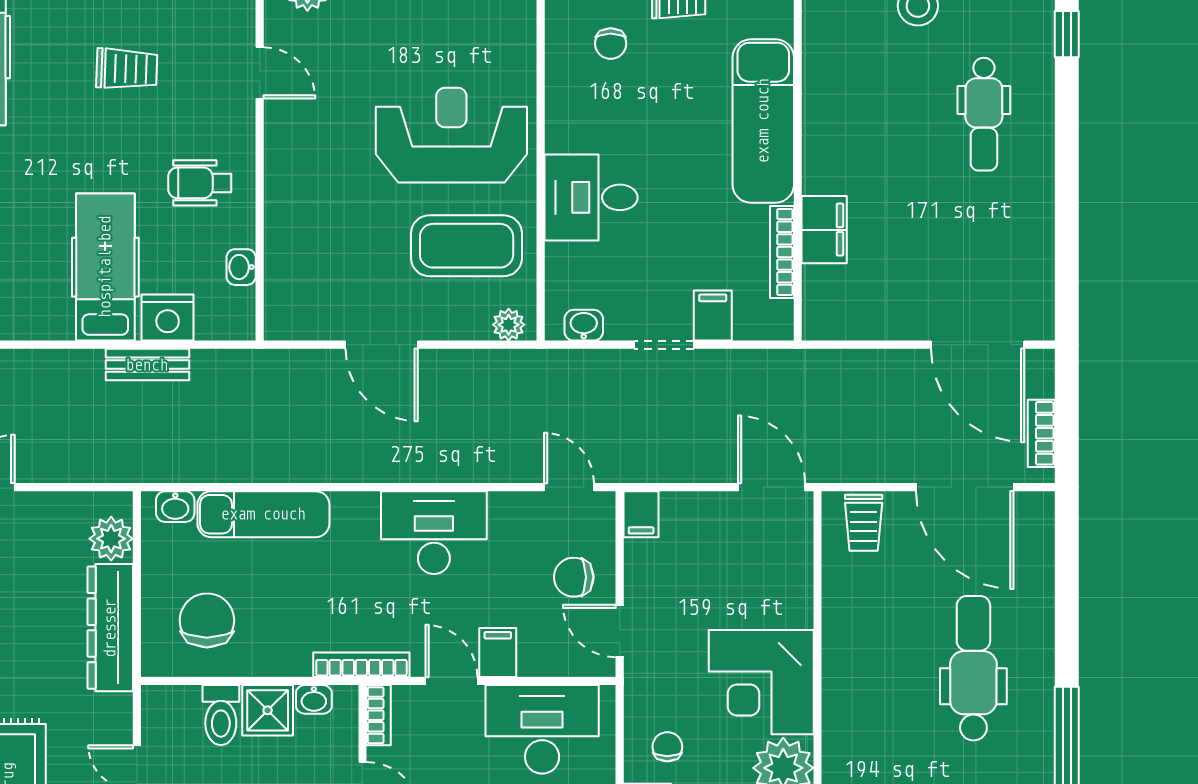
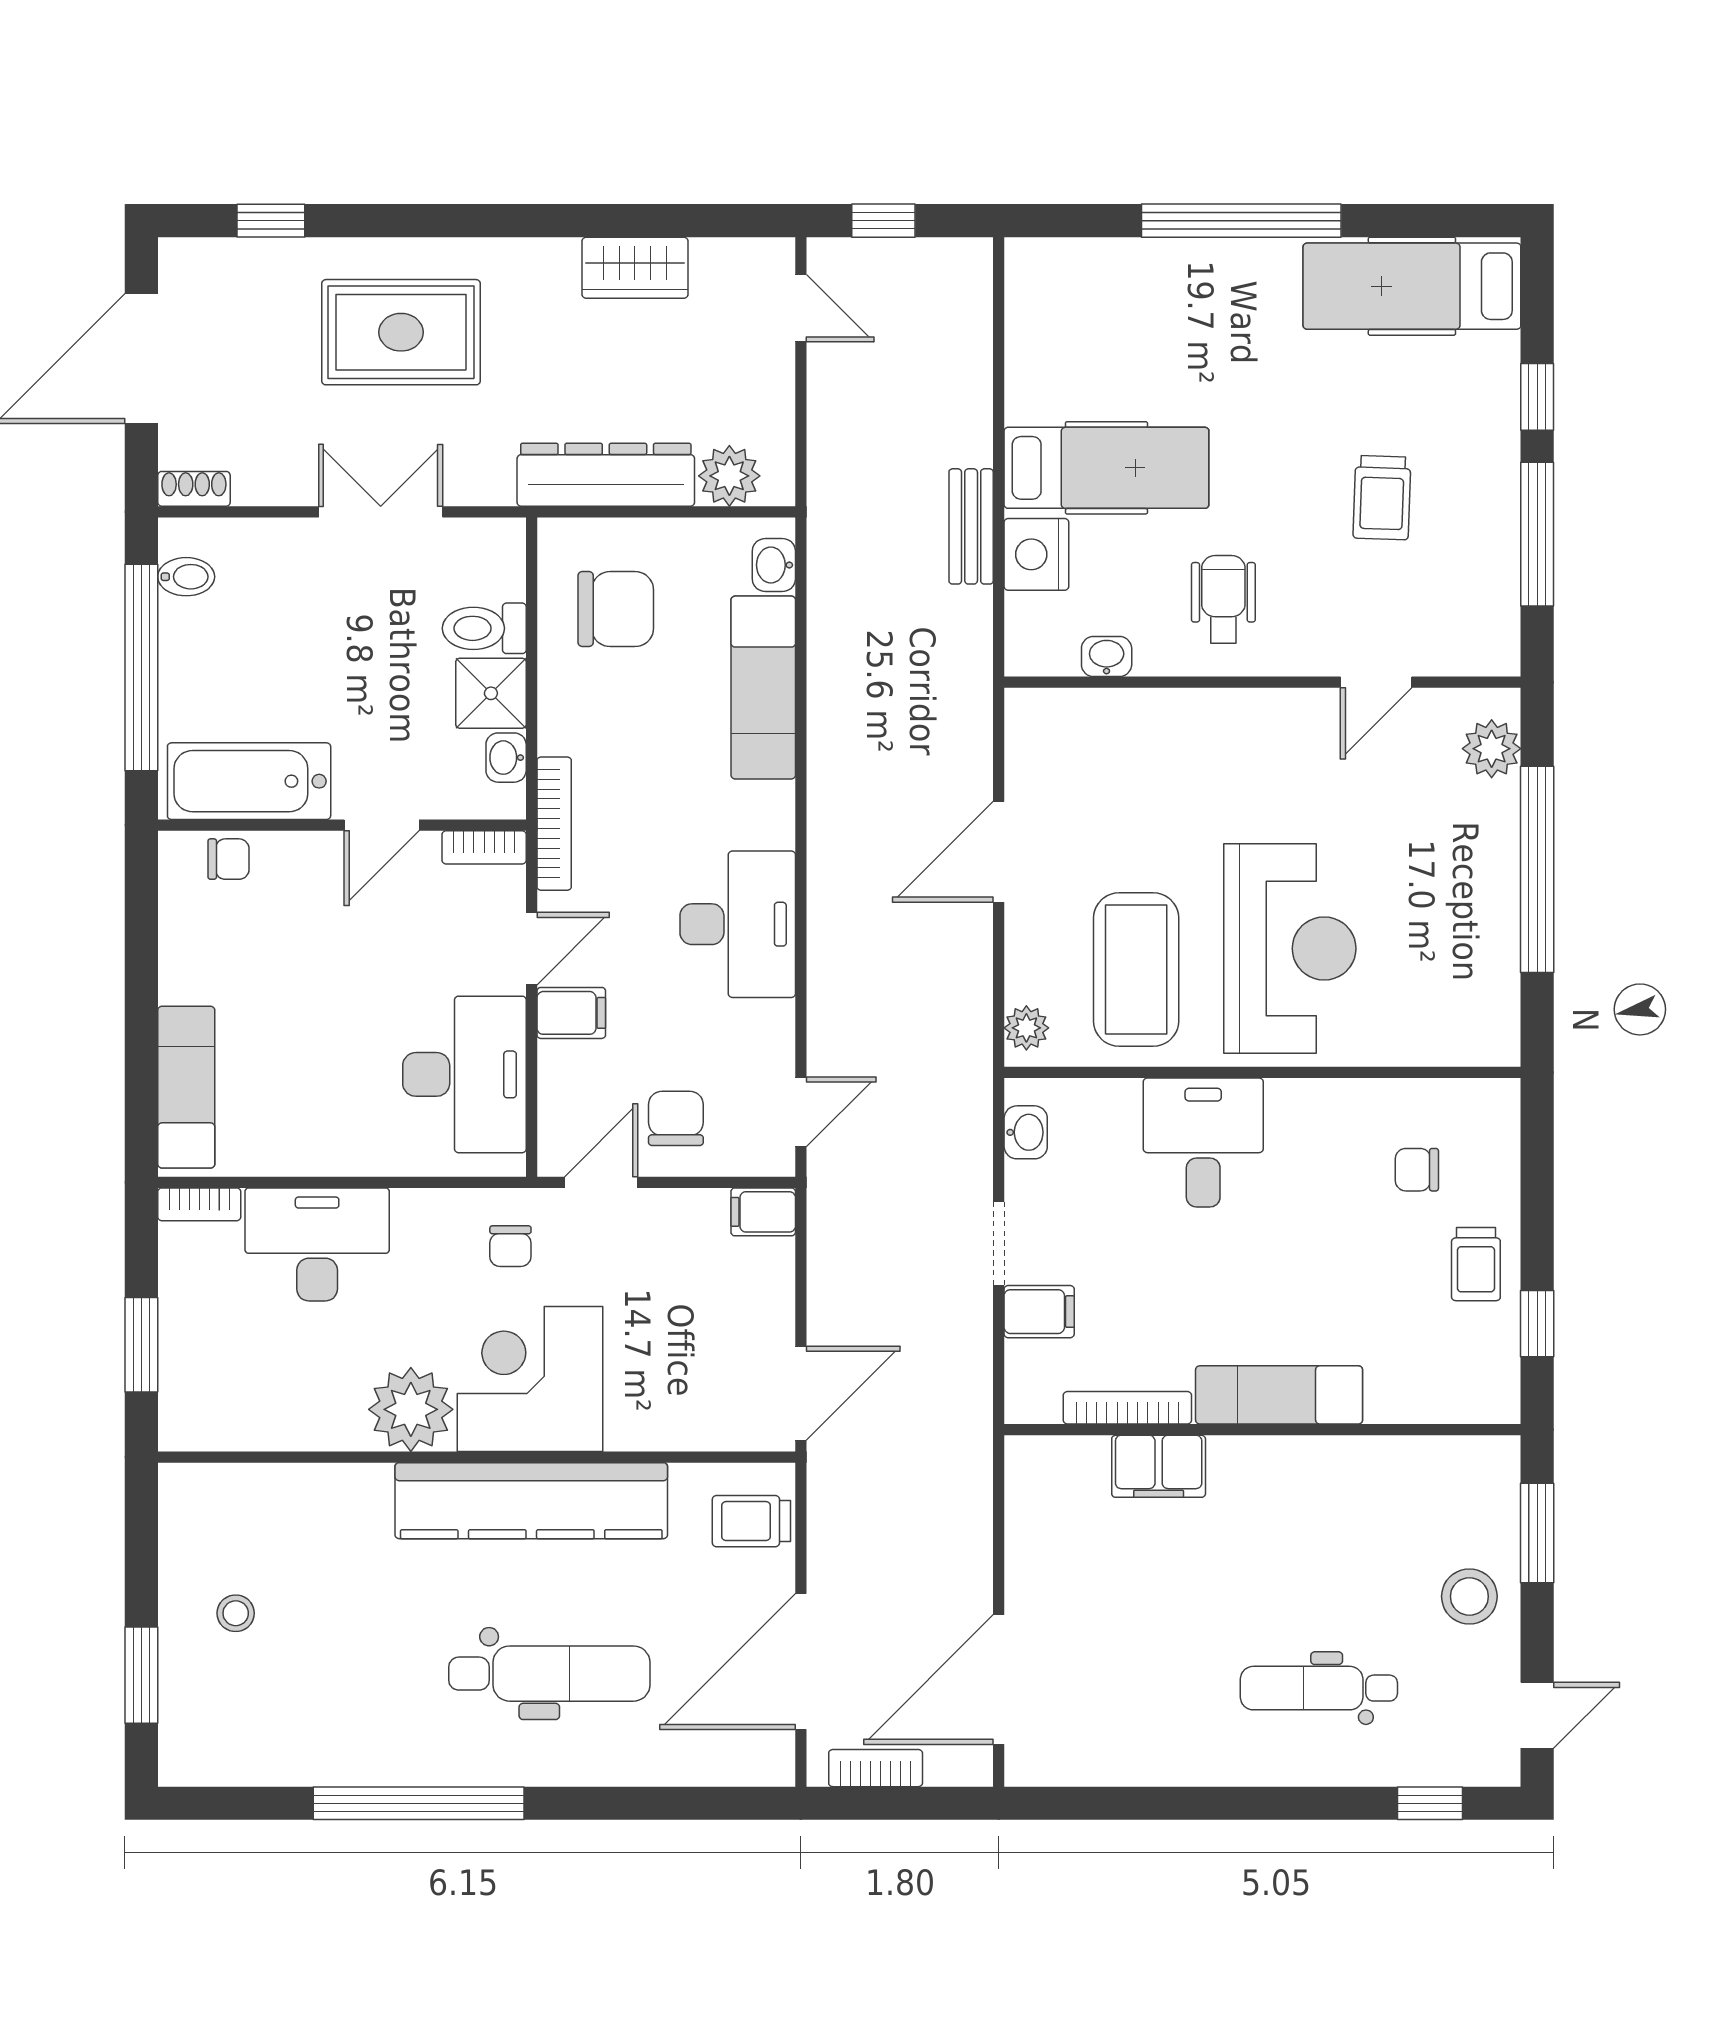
exam couch: (763, 121) -> (1279, 1395), width x0.73, depth x0.69
kitchen counter: (849, 681) -> (531, 1501), added
chair: (667, 747) -> (510, 1246), moved, turned 90

